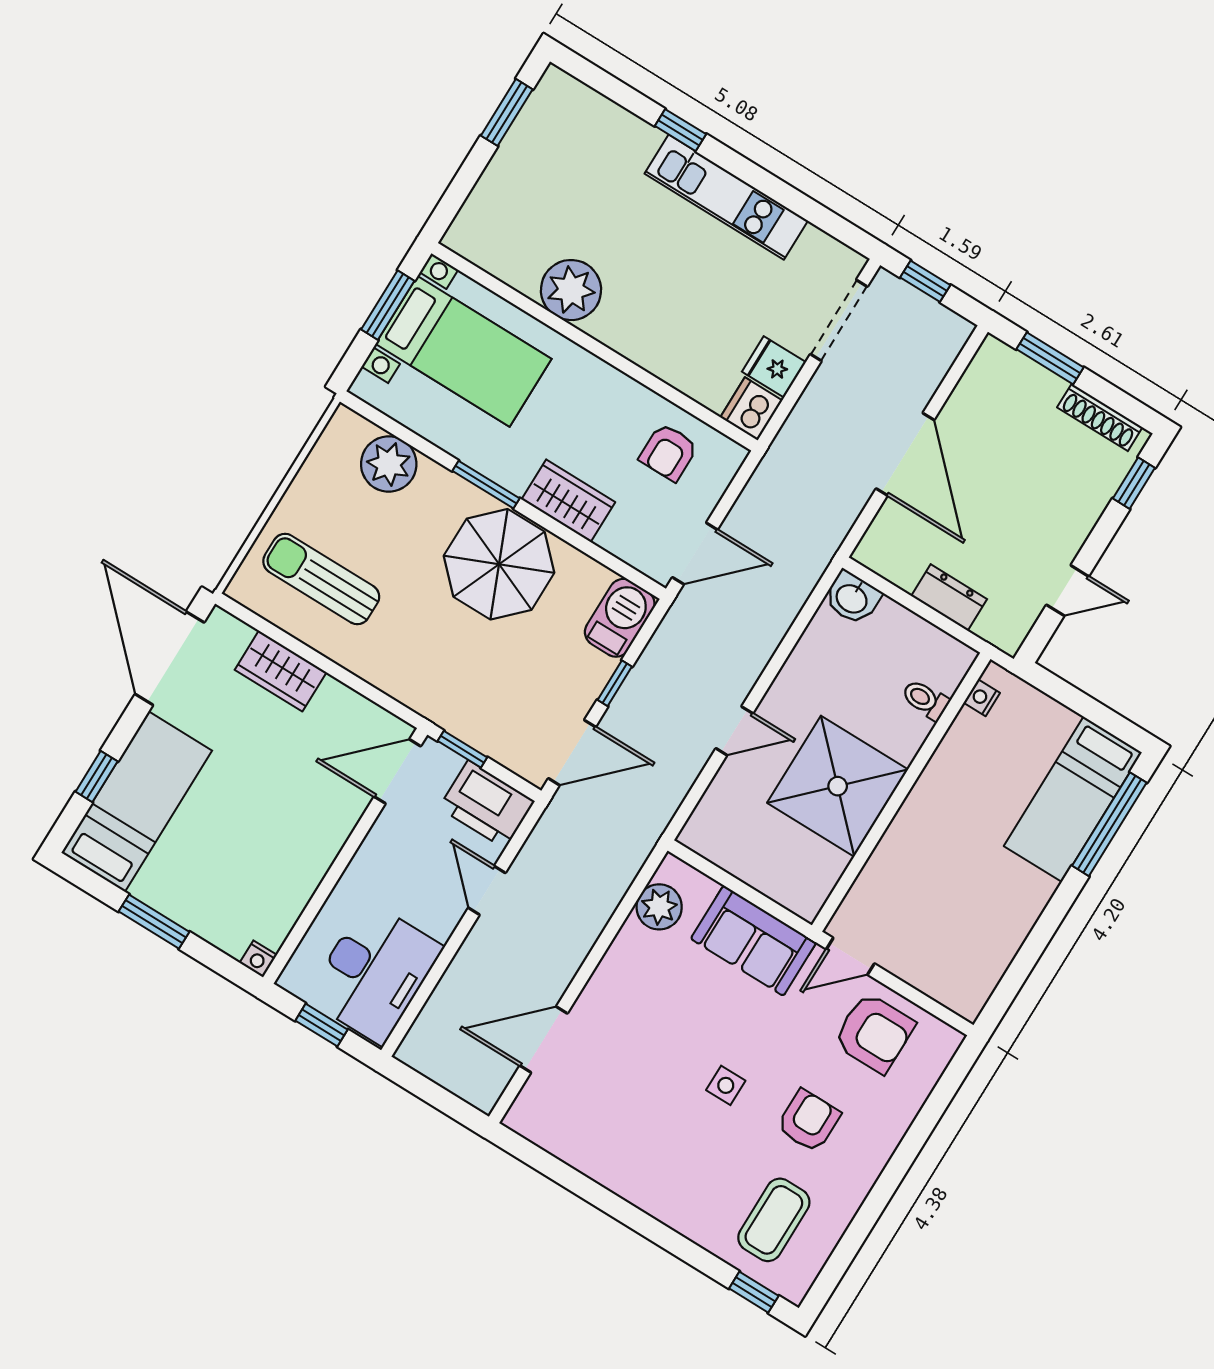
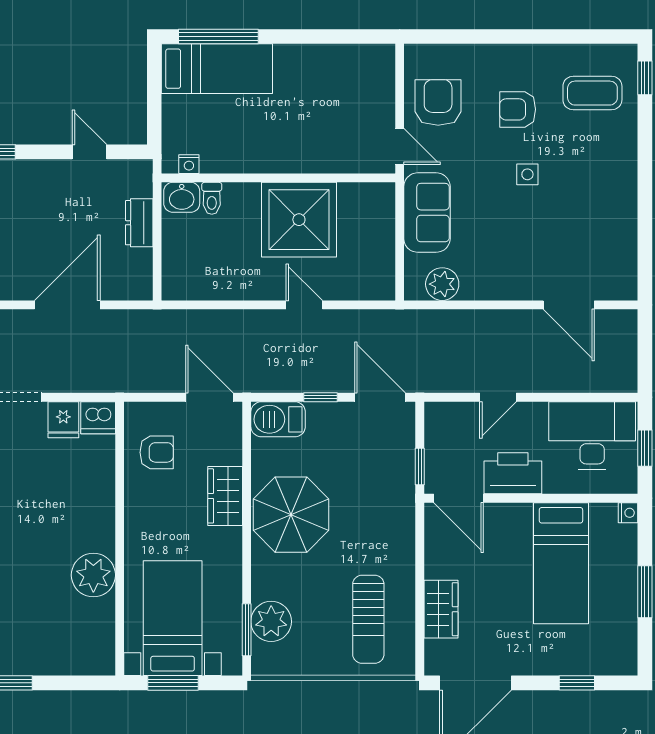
window: (486, 485) -> (247, 630), moved
washbasin: (852, 598) -> (182, 197), moved, turned 90
bed: (137, 802) -> (561, 563), moved, turned -90
printer: (487, 804) -> (513, 473), moved, turned -90

